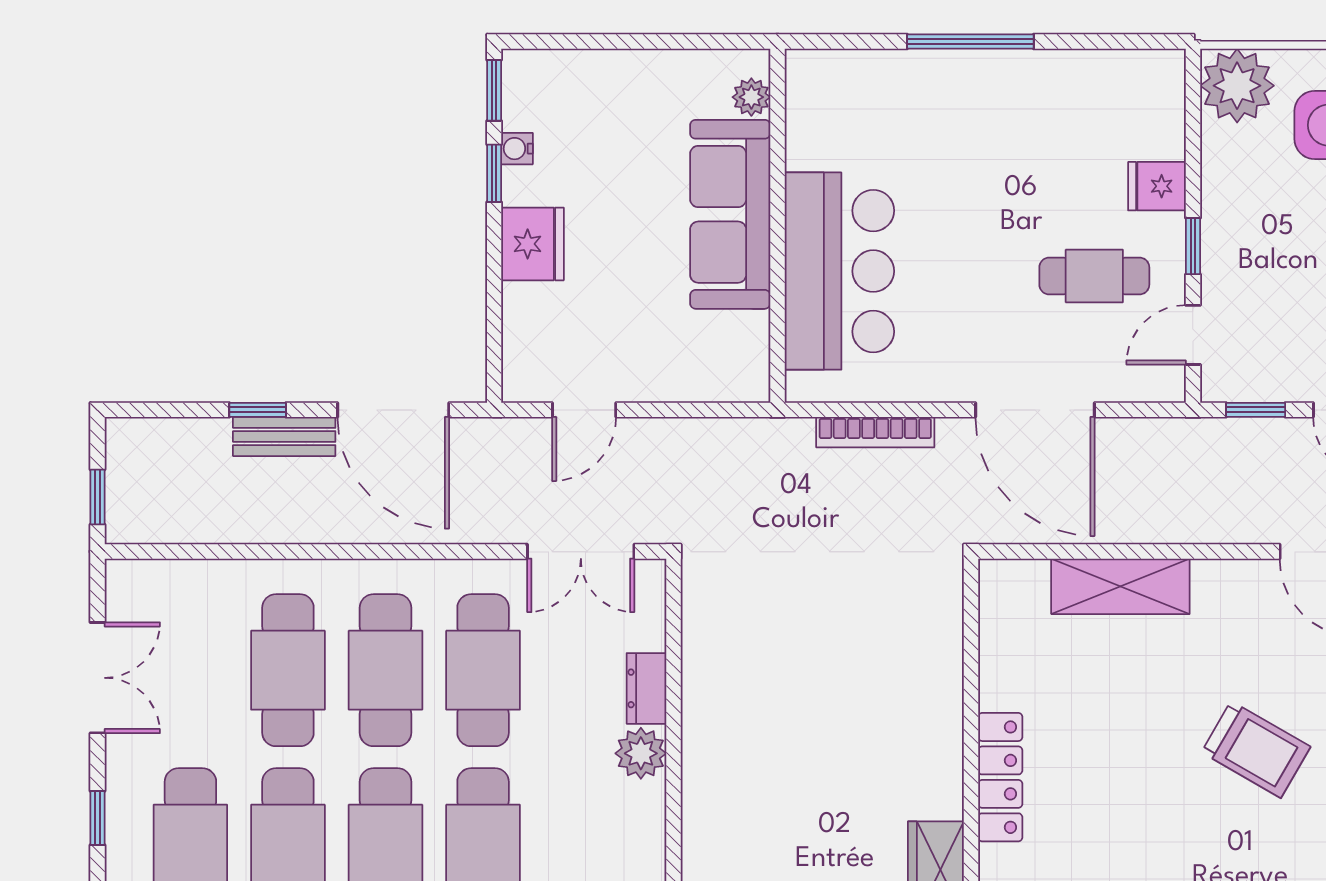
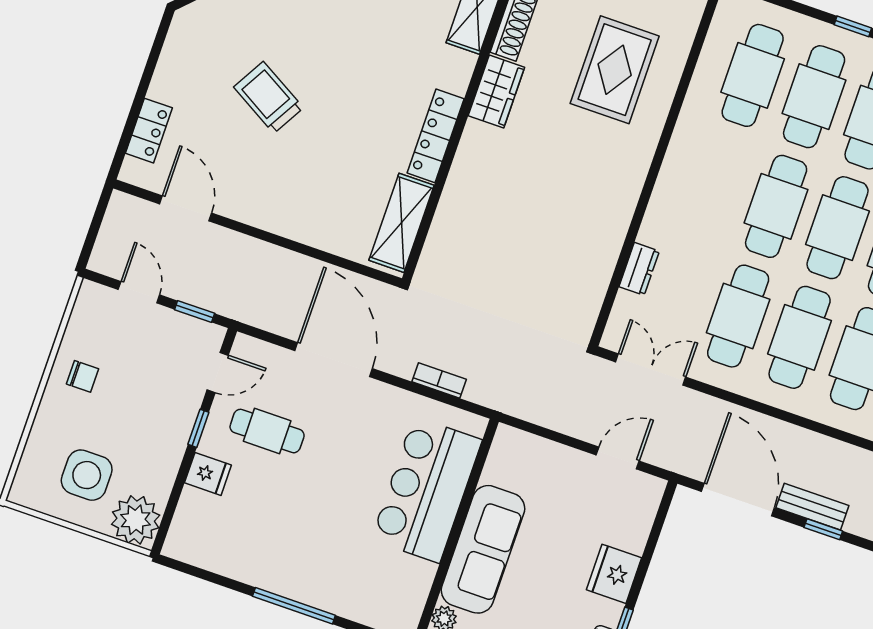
bookcase: (875, 432) -> (439, 380), width x0.64
shelving: (1120, 586) -> (402, 223), moved, turned 90
plant: (641, 753) -> (657, 229), removed

